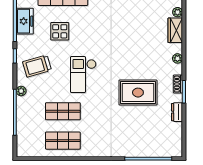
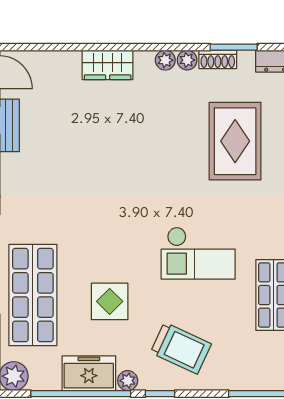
plant: (178, 12) -> (187, 60), moved
trolley: (37, 66) -> (181, 348), turned -49
plant: (21, 91) -> (128, 381), moved

